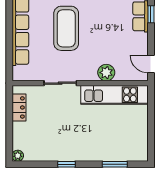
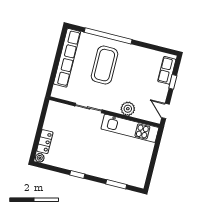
window: (151, 14) -> (173, 82), moved
locker: (19, 107) -> (45, 142), moved

